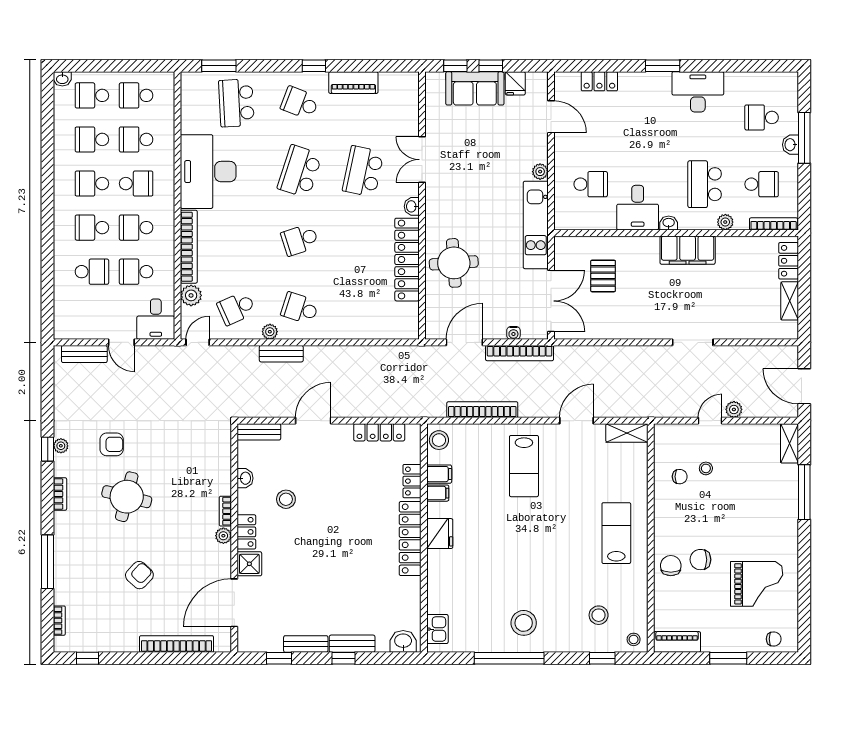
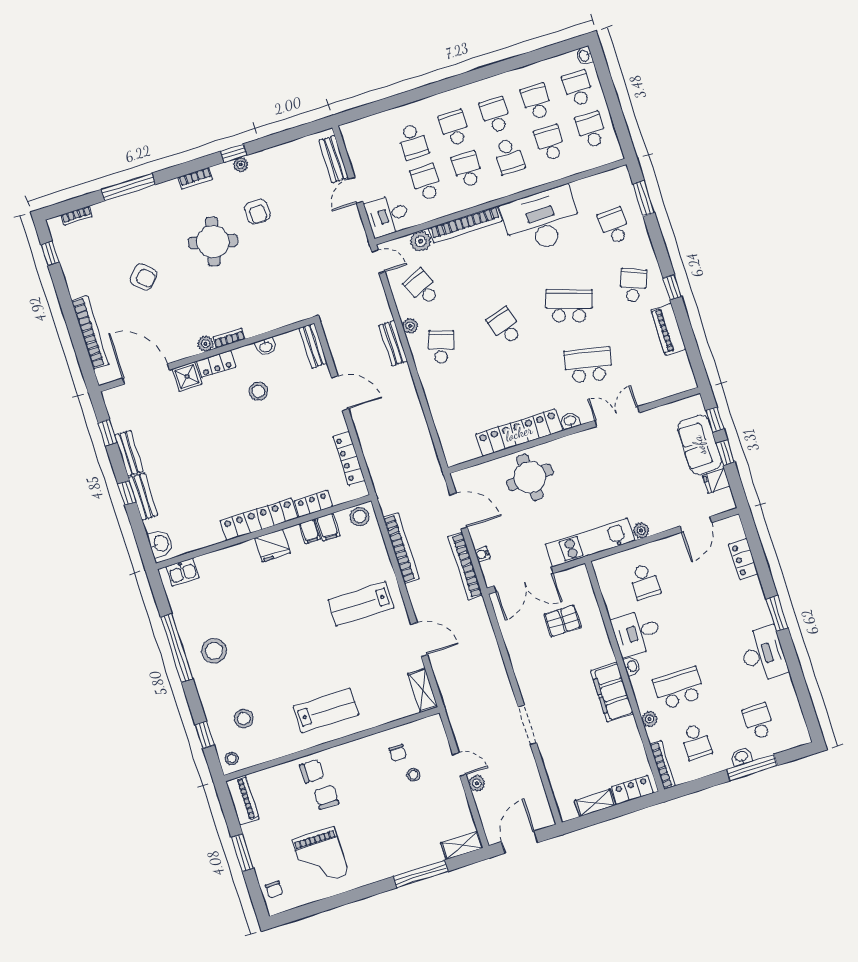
school desk: (236, 103) -> (614, 226), width x0.54

